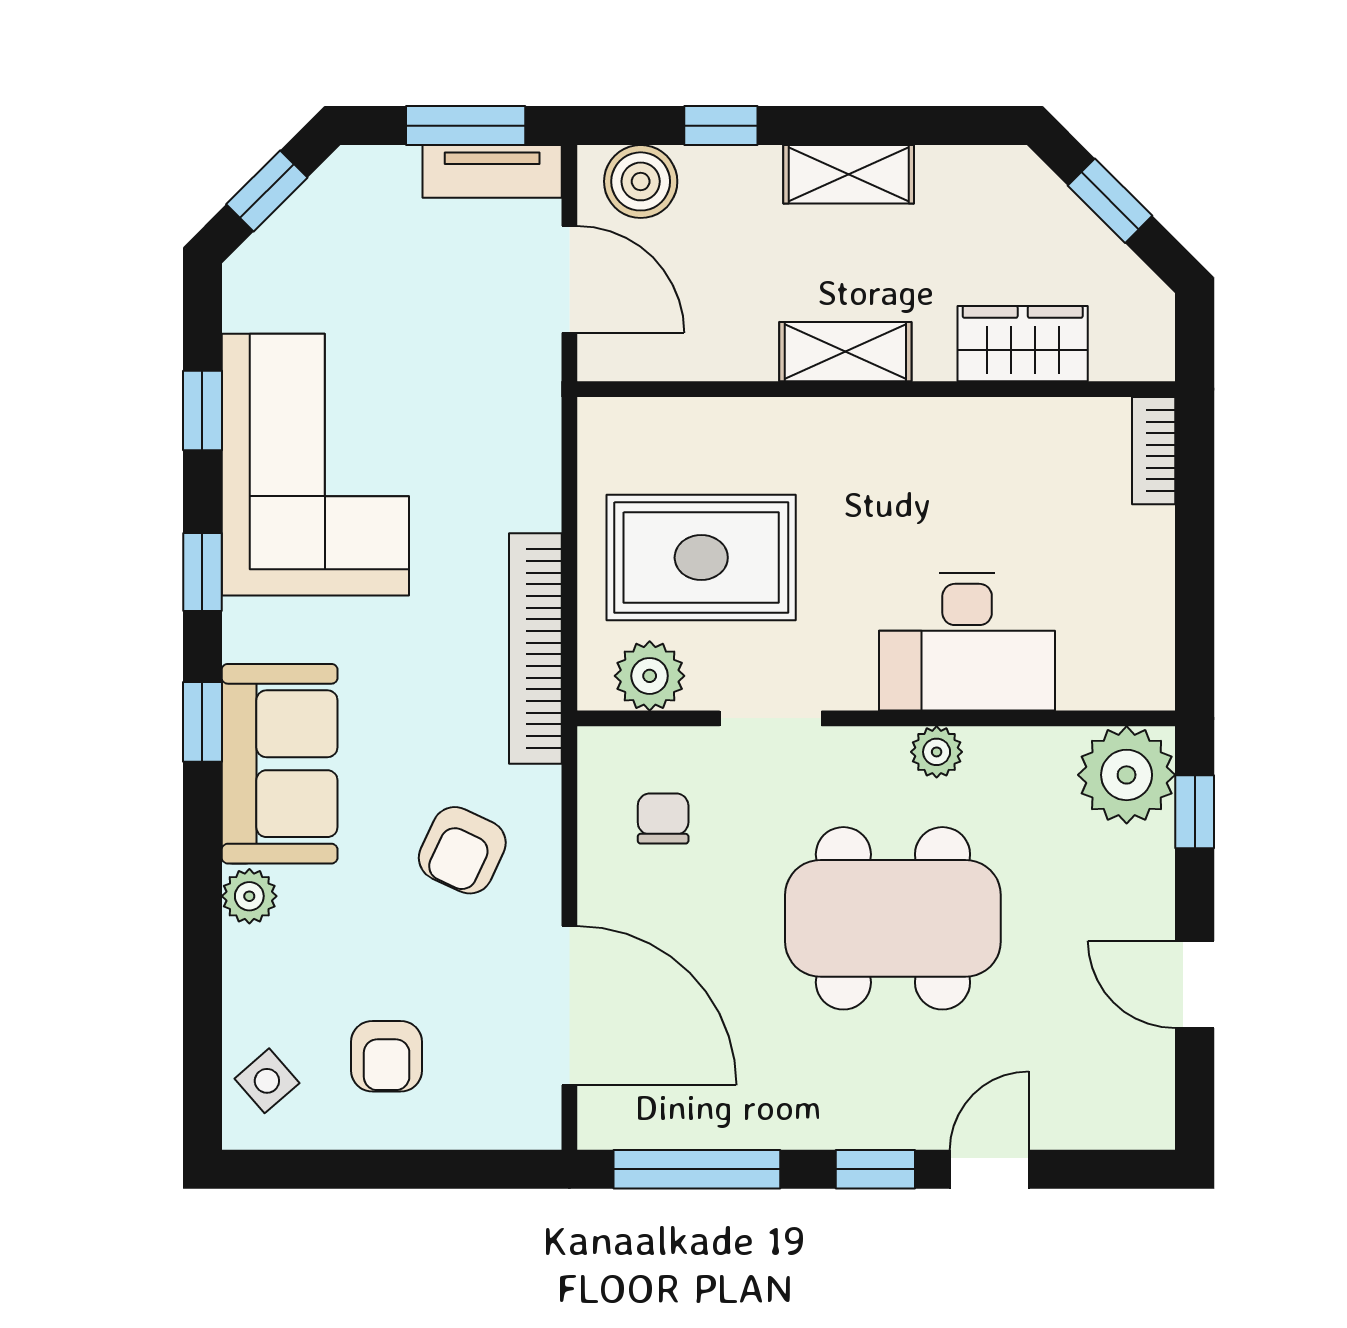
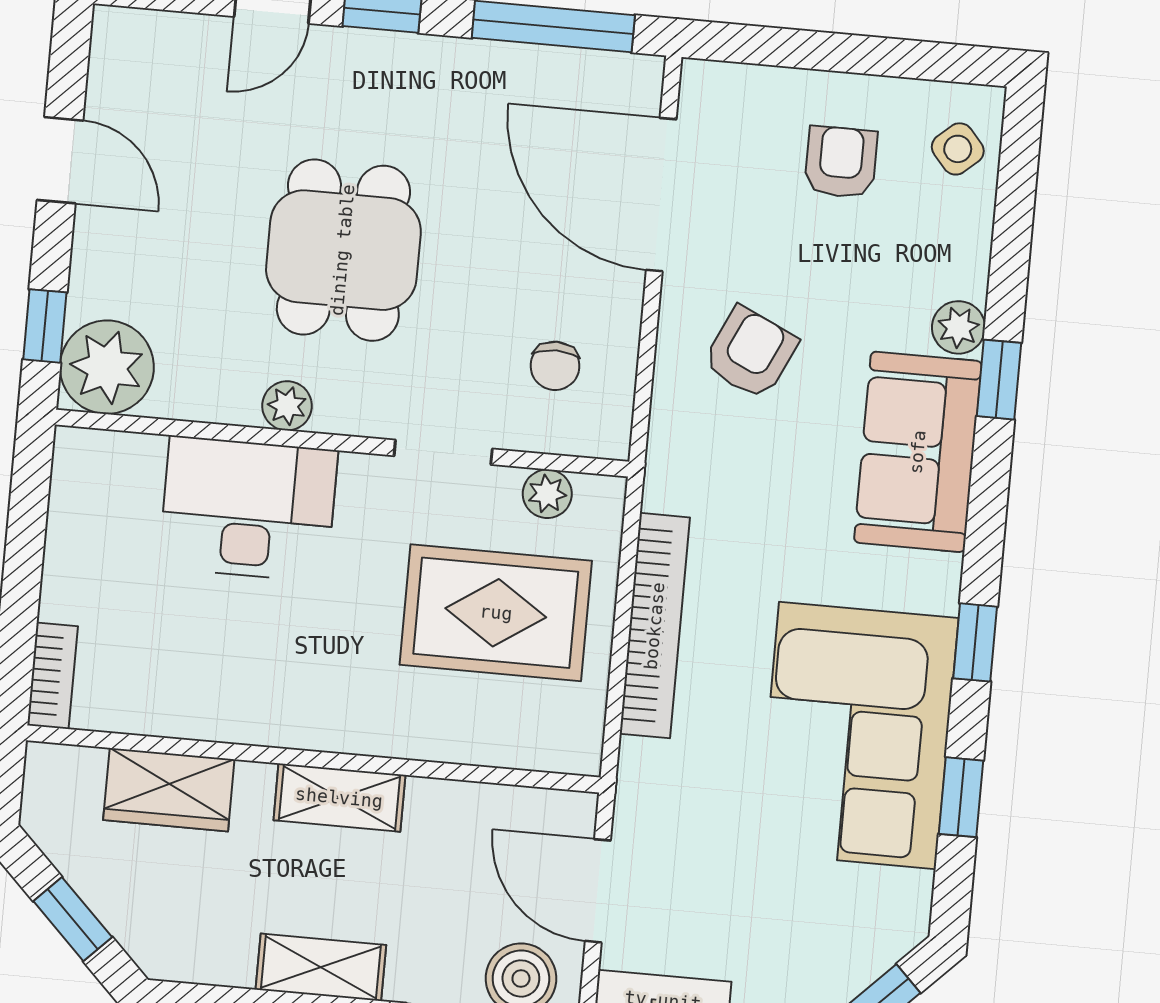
bookcase: (535, 648) -> (655, 626), moved
plant: (650, 676) -> (547, 494), width x0.73, depth x0.73
window: (202, 722) -> (999, 380), moved
dining table: (893, 918) -> (343, 250), width x0.73

